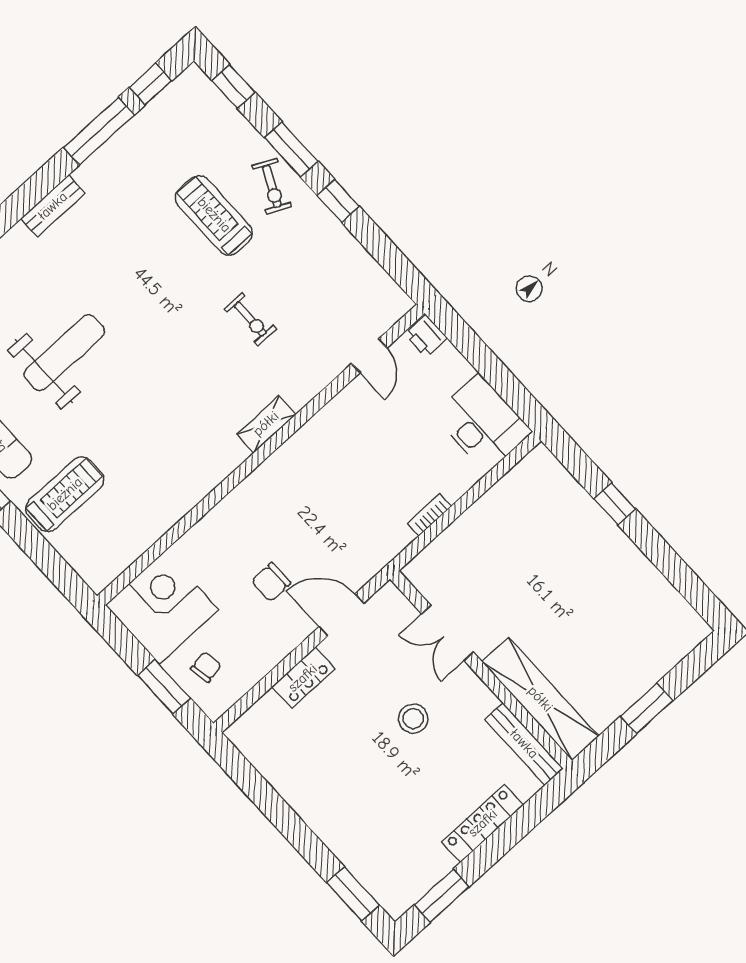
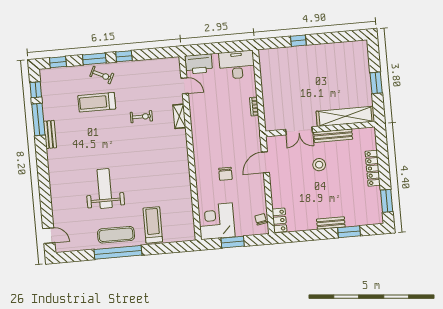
bench: (53, 206) -> (50, 134), moved
printer: (426, 336) -> (199, 64), width x1.87, depth x1.48
shelving: (266, 424) -> (179, 116), moved
chair: (271, 582) -> (225, 174), moved
chair: (206, 667) -> (261, 219), moved
locker: (303, 678) -> (279, 220), moved
window: (164, 687) -> (233, 242), moved
bench: (524, 744) -> (333, 136), moved
bench: (321, 823) -> (331, 223), added
window: (353, 894) -> (349, 232), moved

